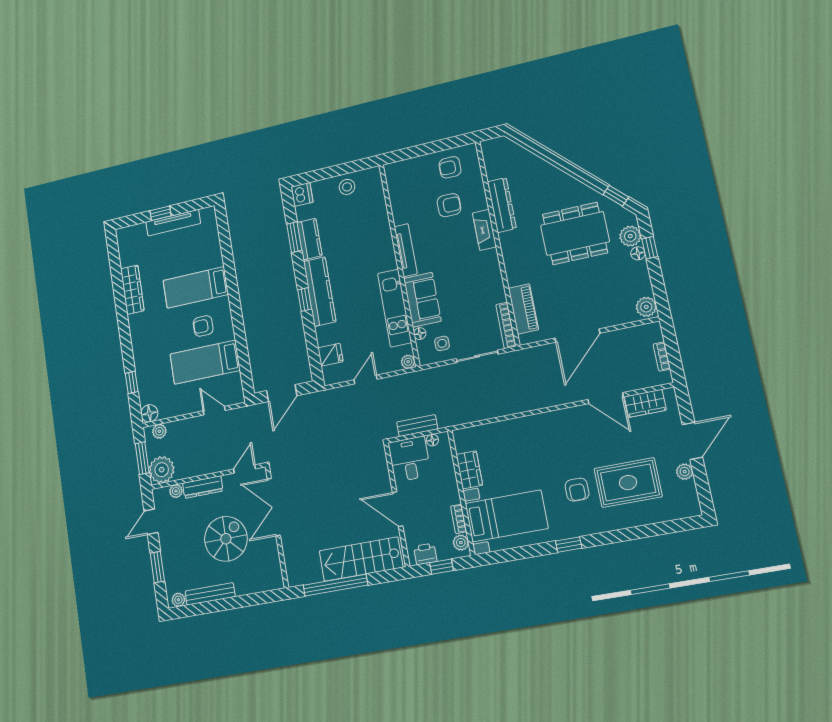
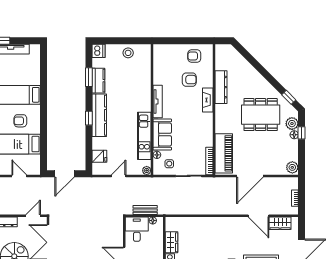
piano: (523, 309) -> (224, 153), width x1.37, depth x1.33

